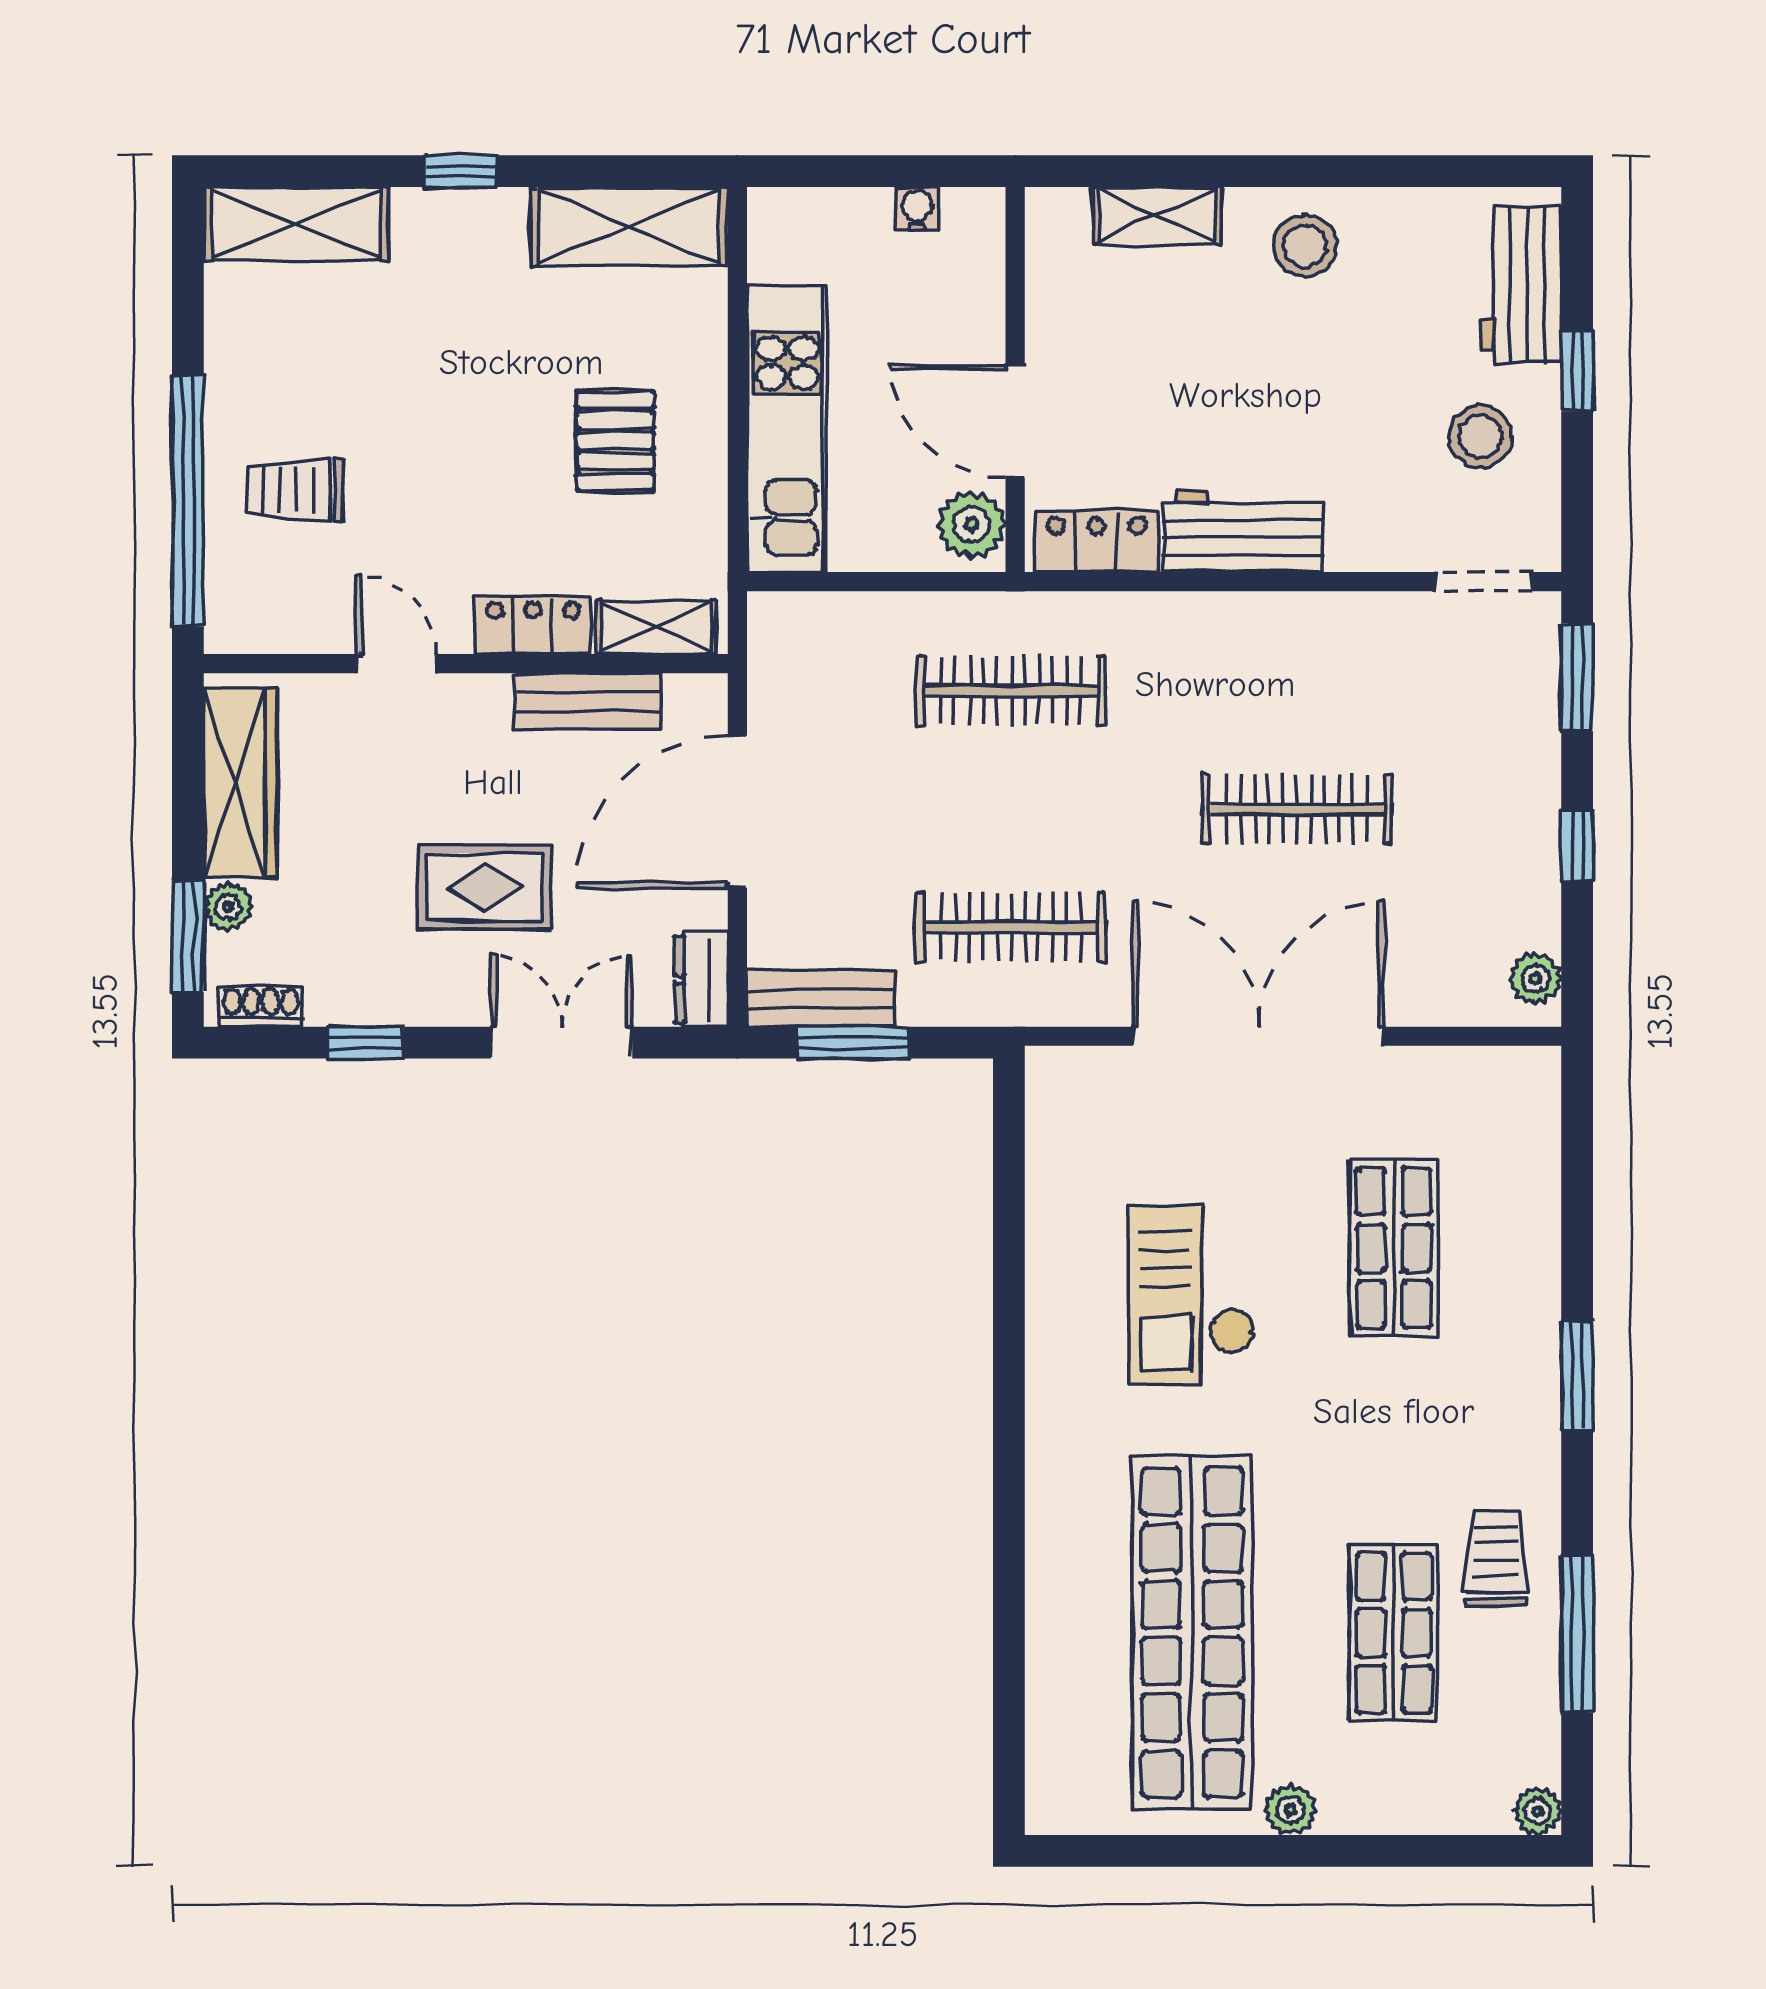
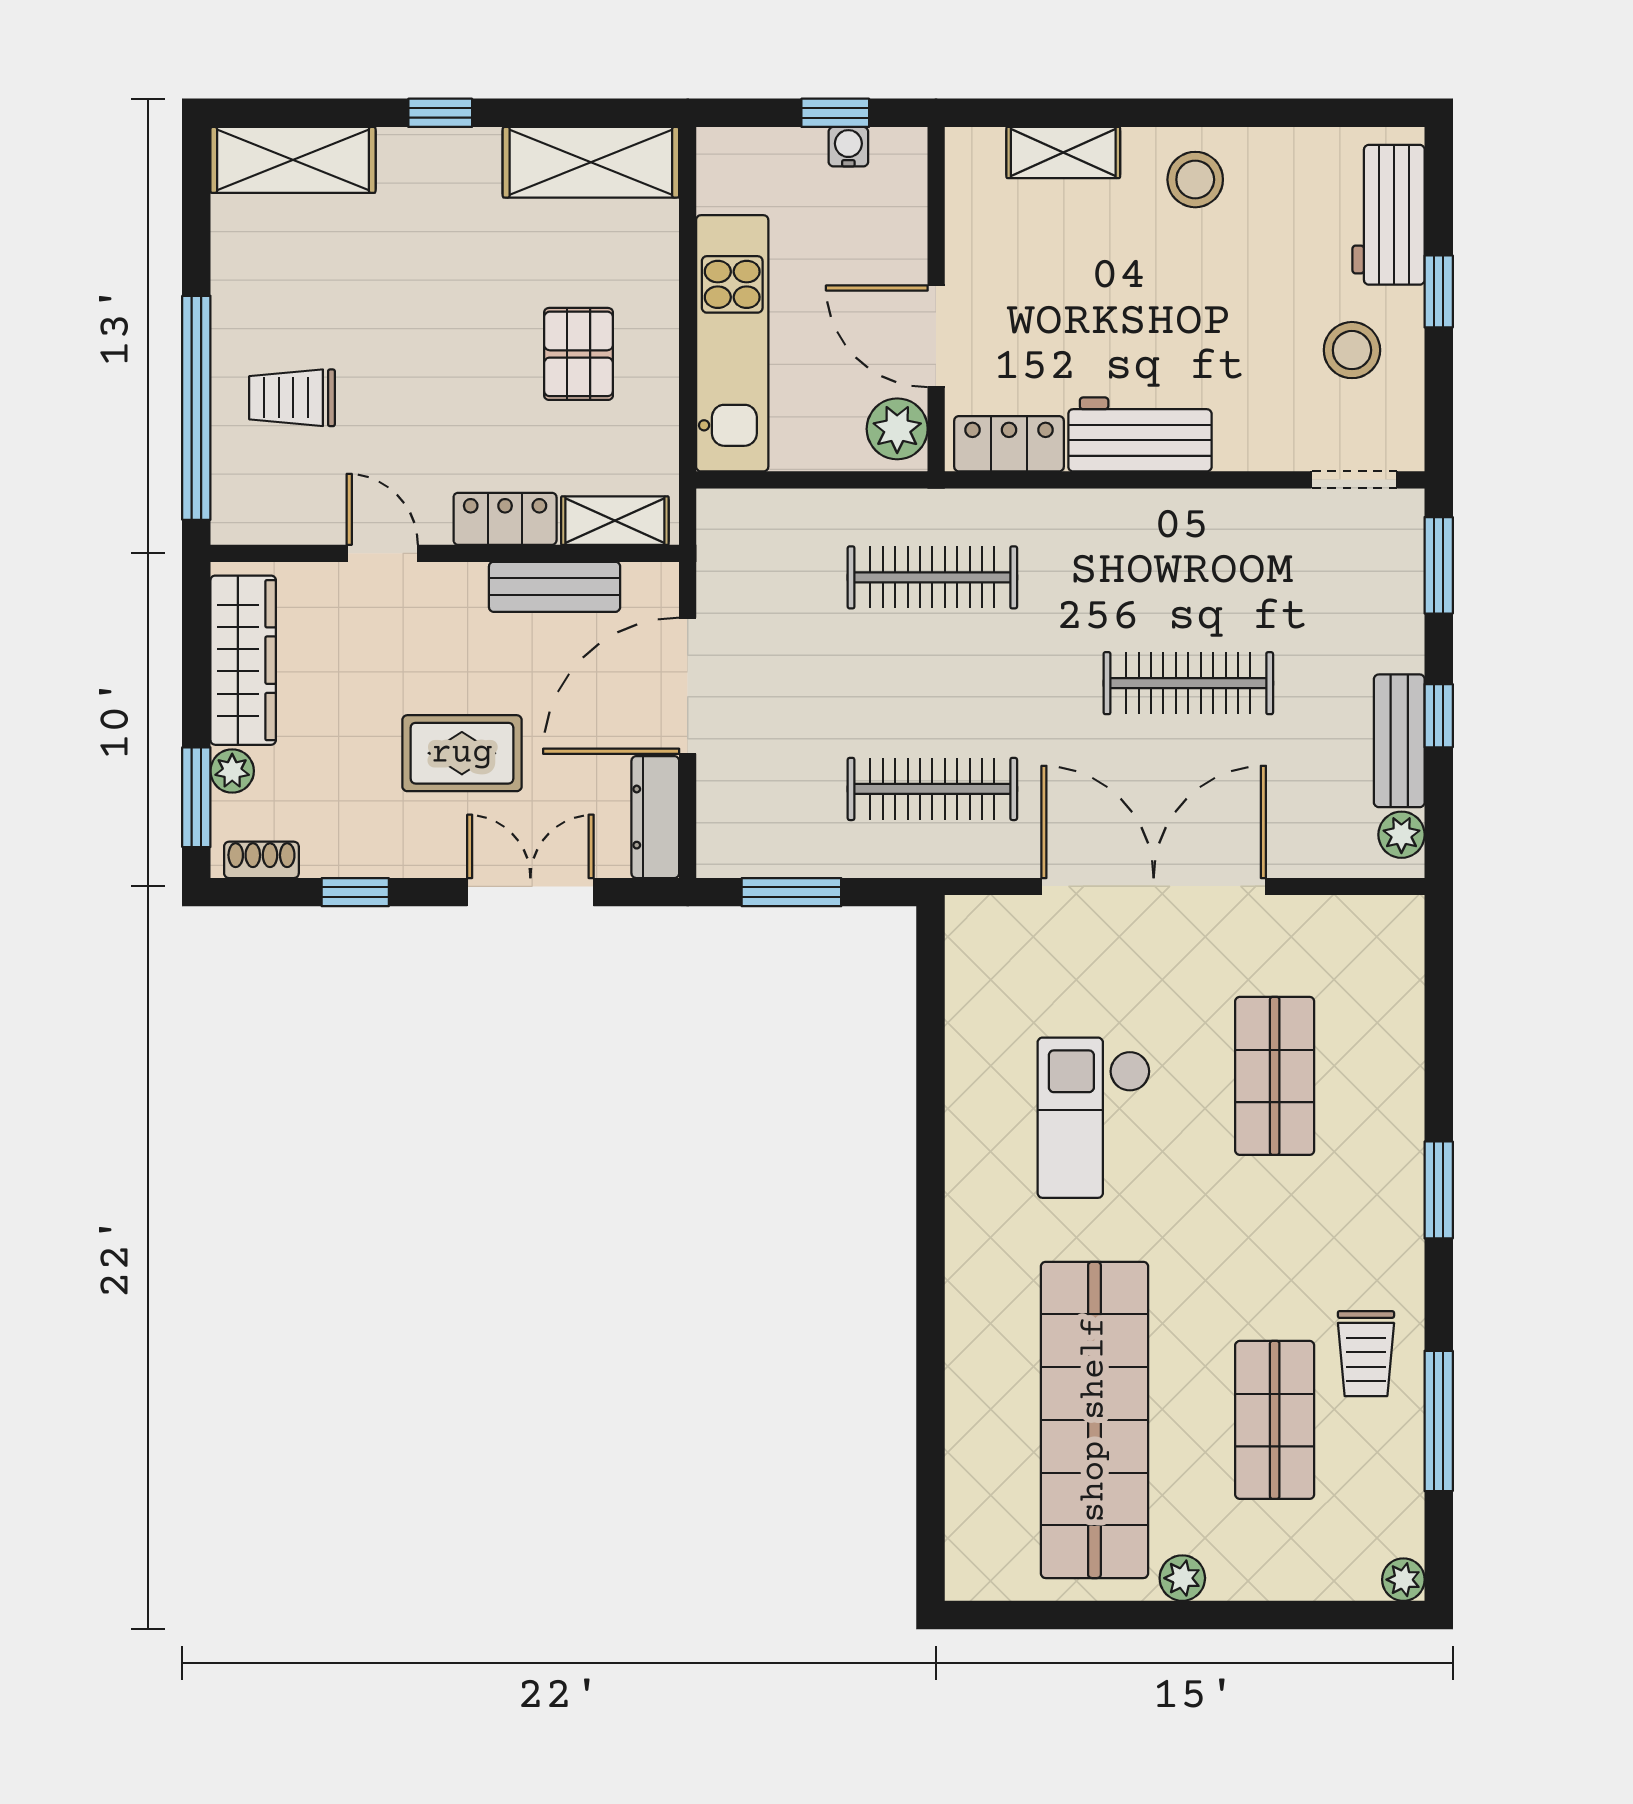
window: (902, 171) -> (835, 113), added
dresser: (701, 979) -> (655, 817), width x1.44
bench: (821, 998) -> (1399, 741), moved, turned 90
trolley: (1496, 1559) -> (1366, 1354), turned 180

